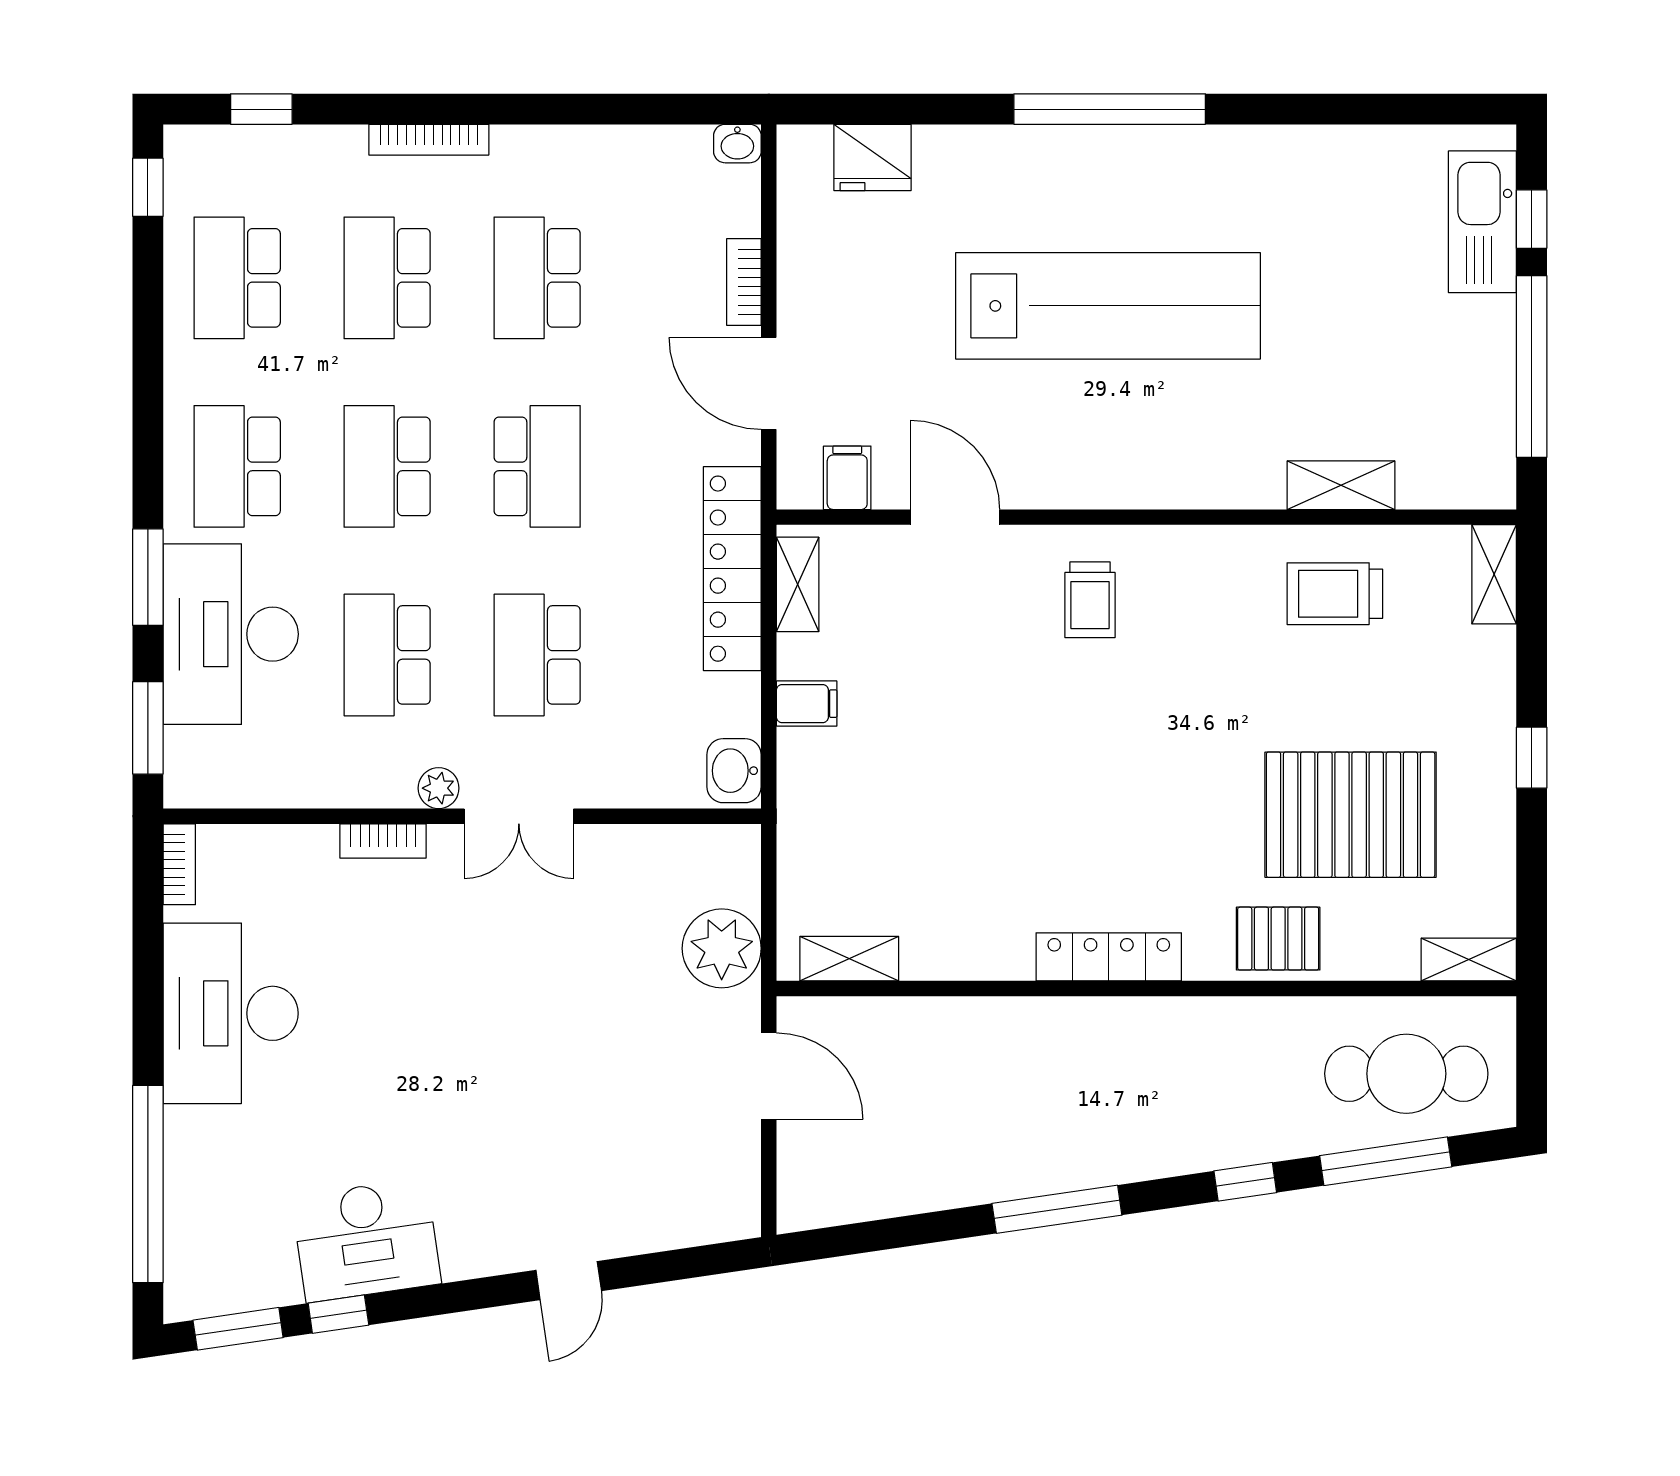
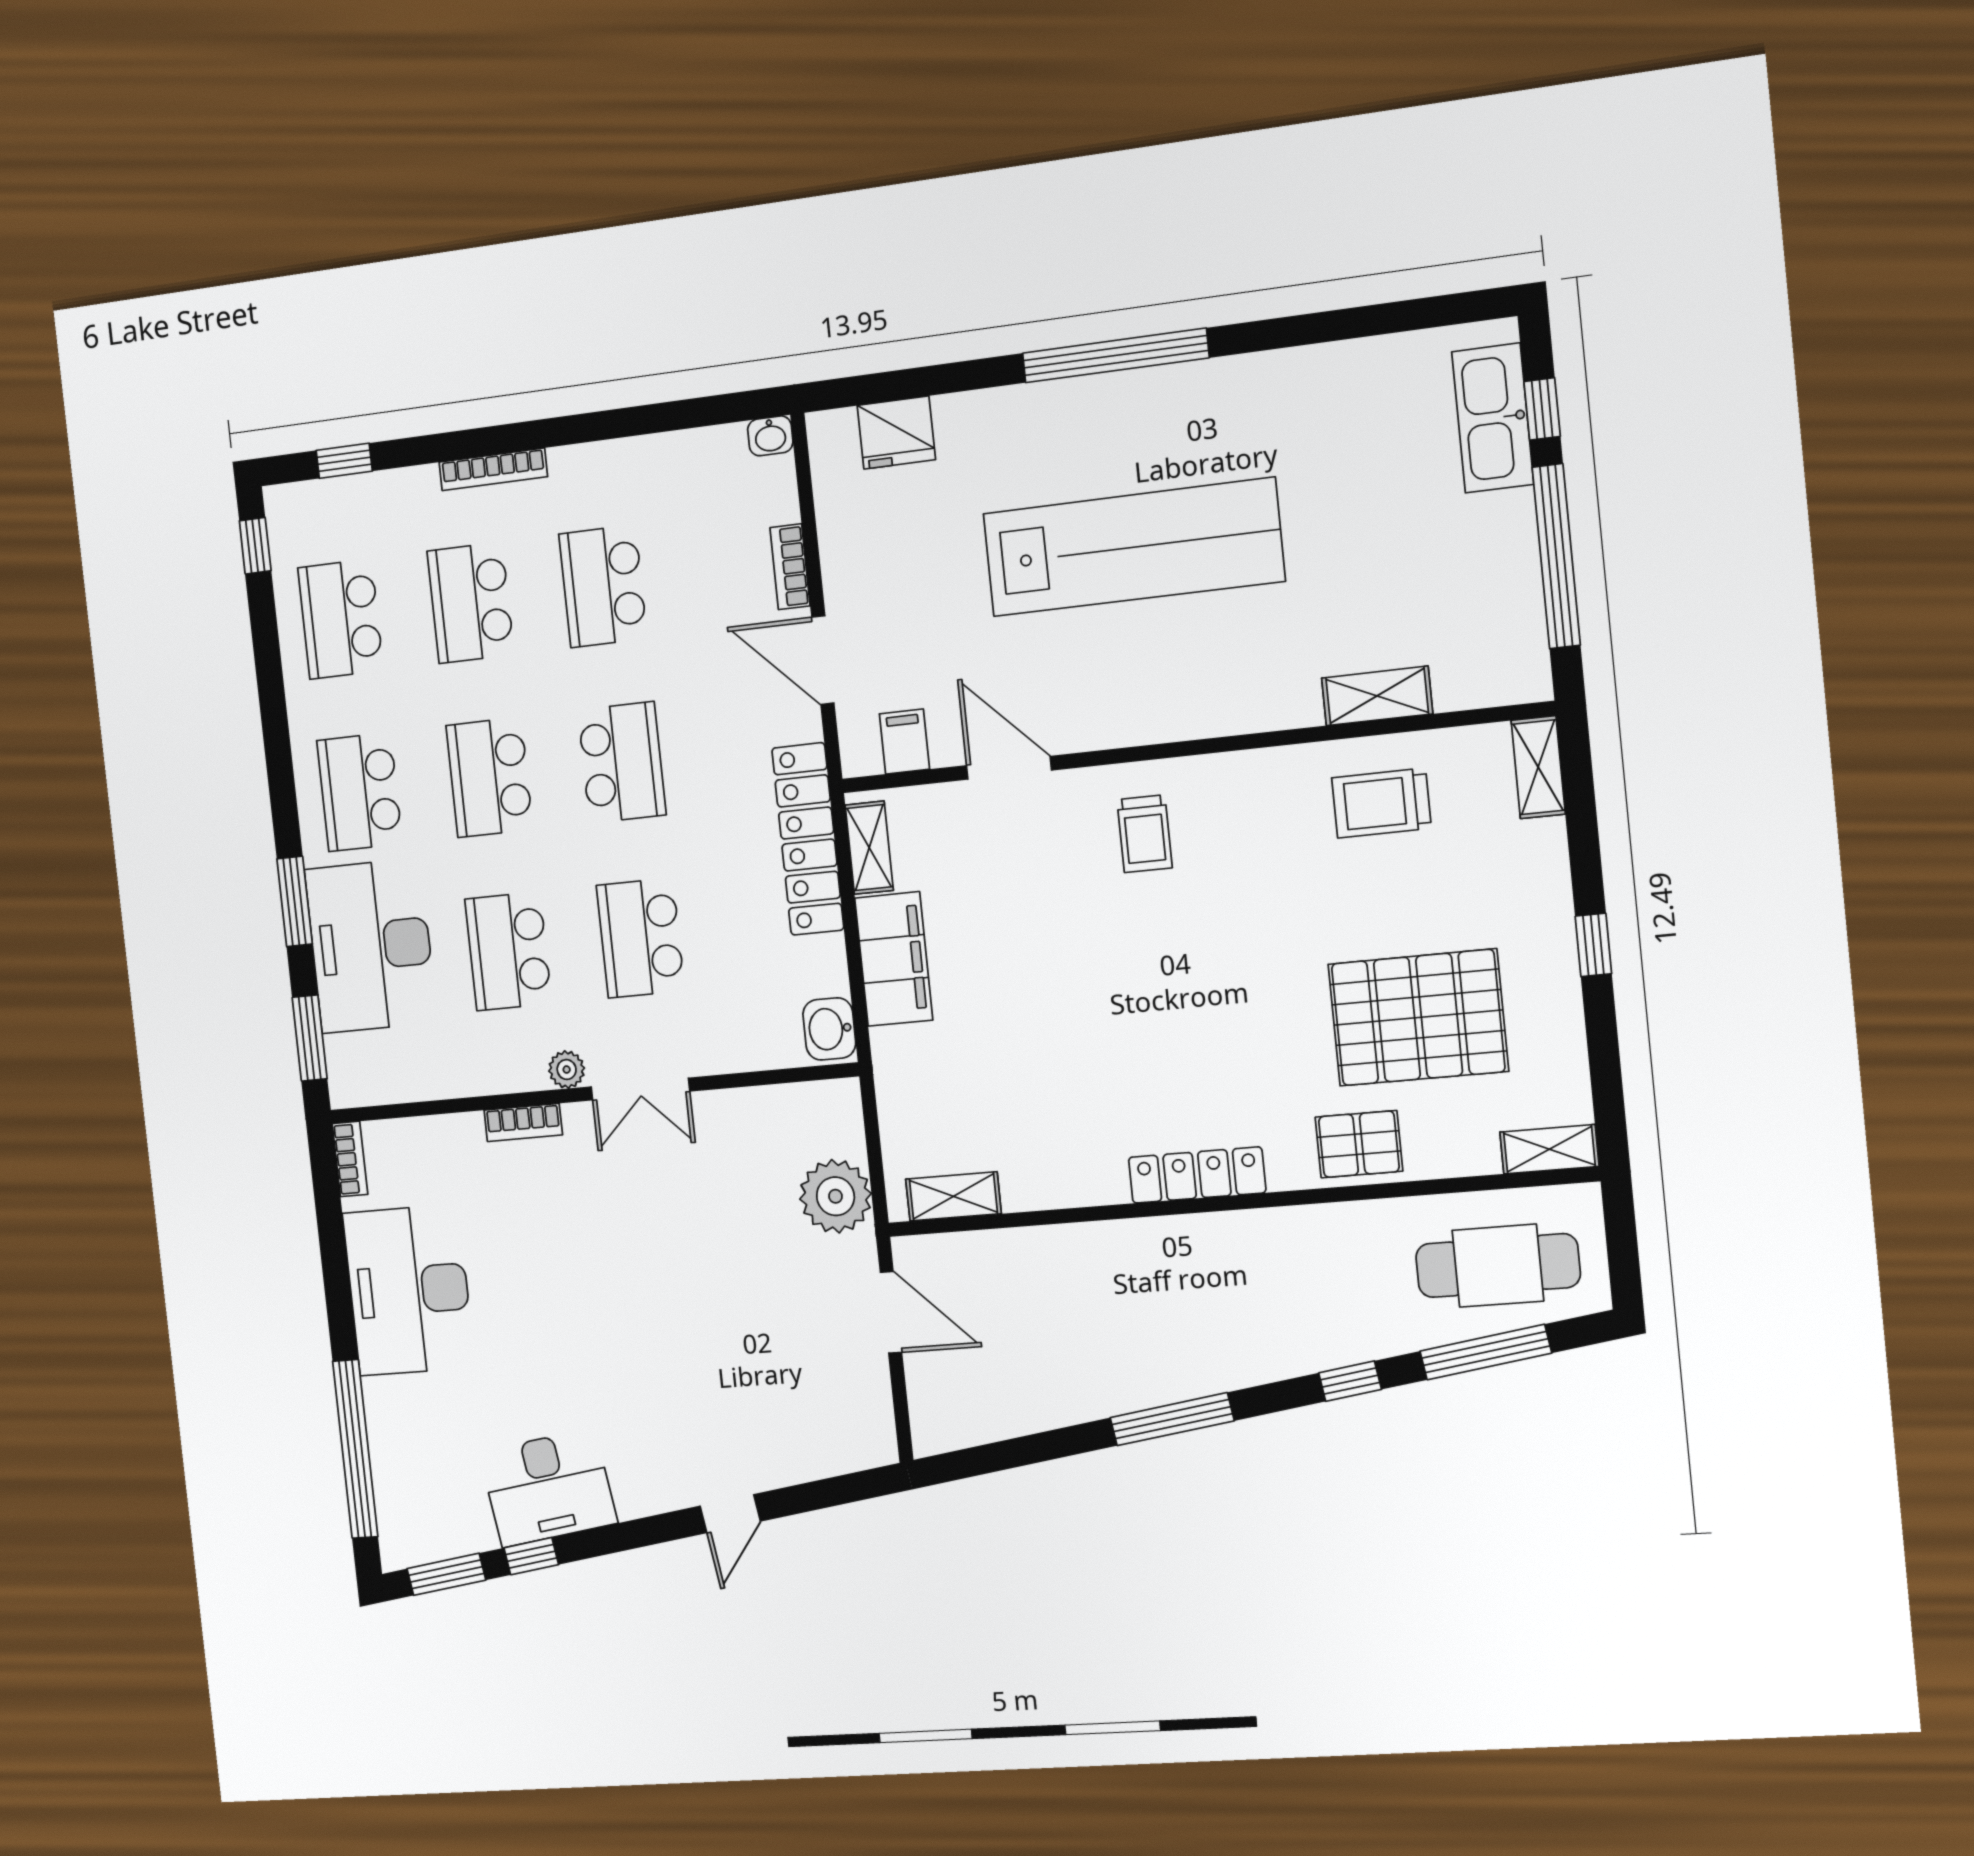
filing cabinet: (807, 704) -> (894, 959), width x3.00, depth x1.17

